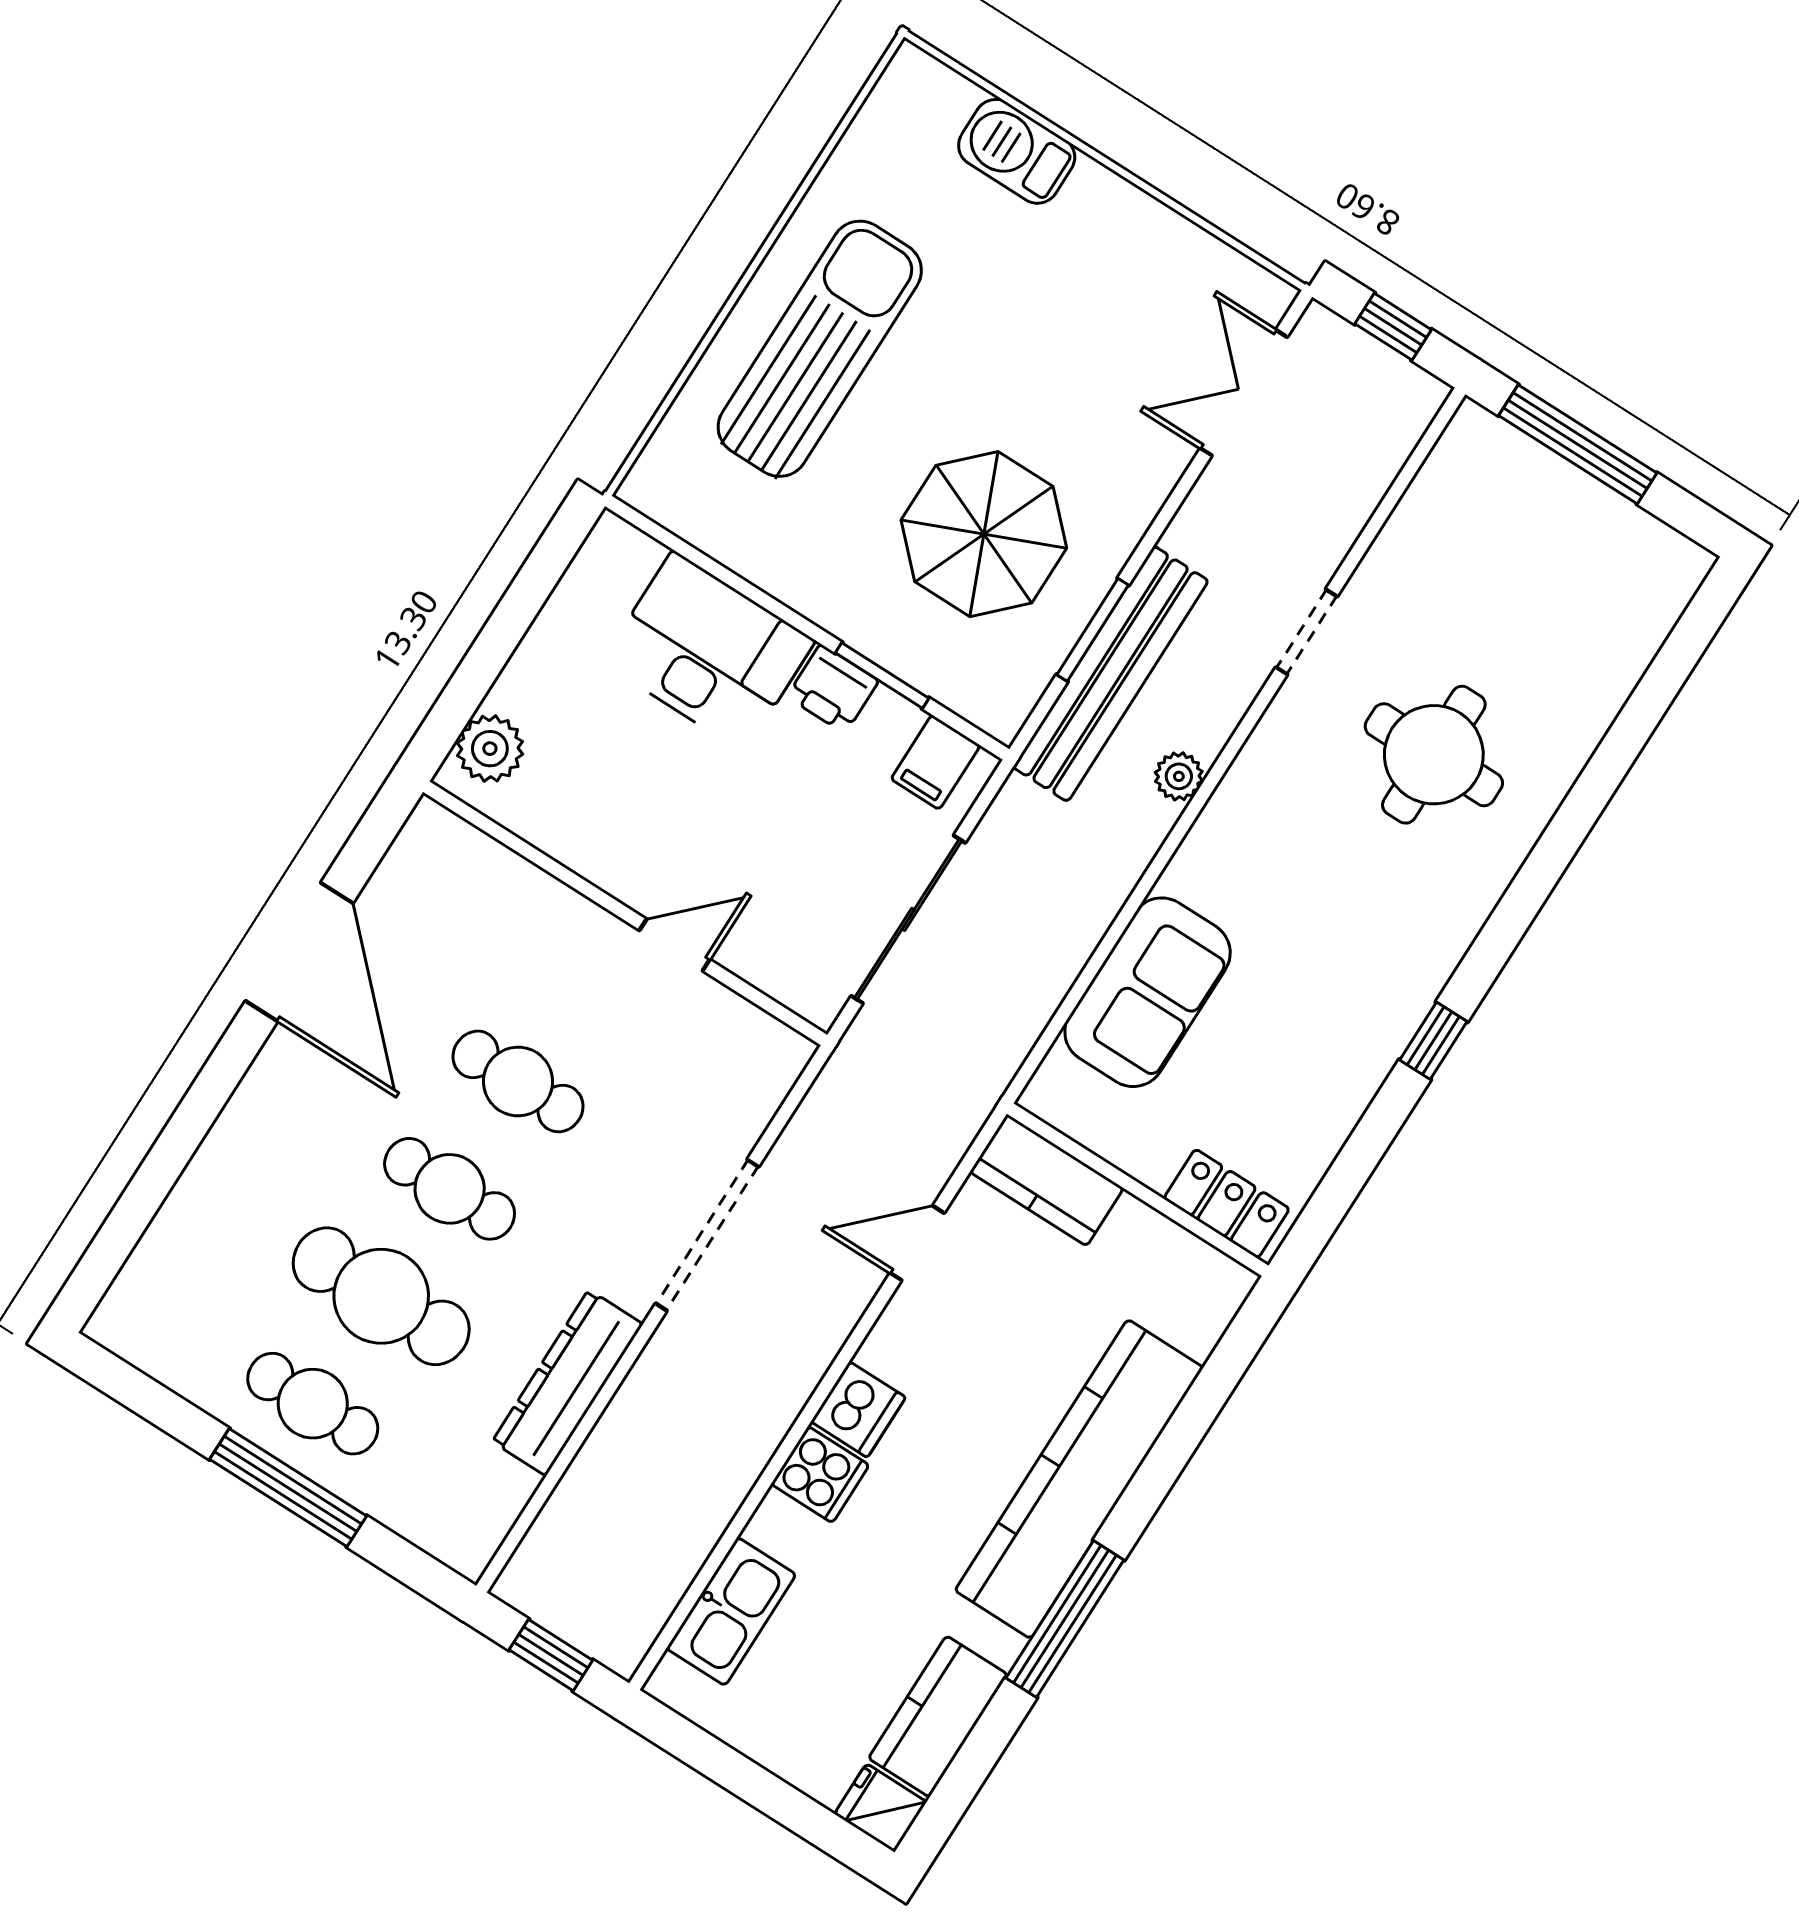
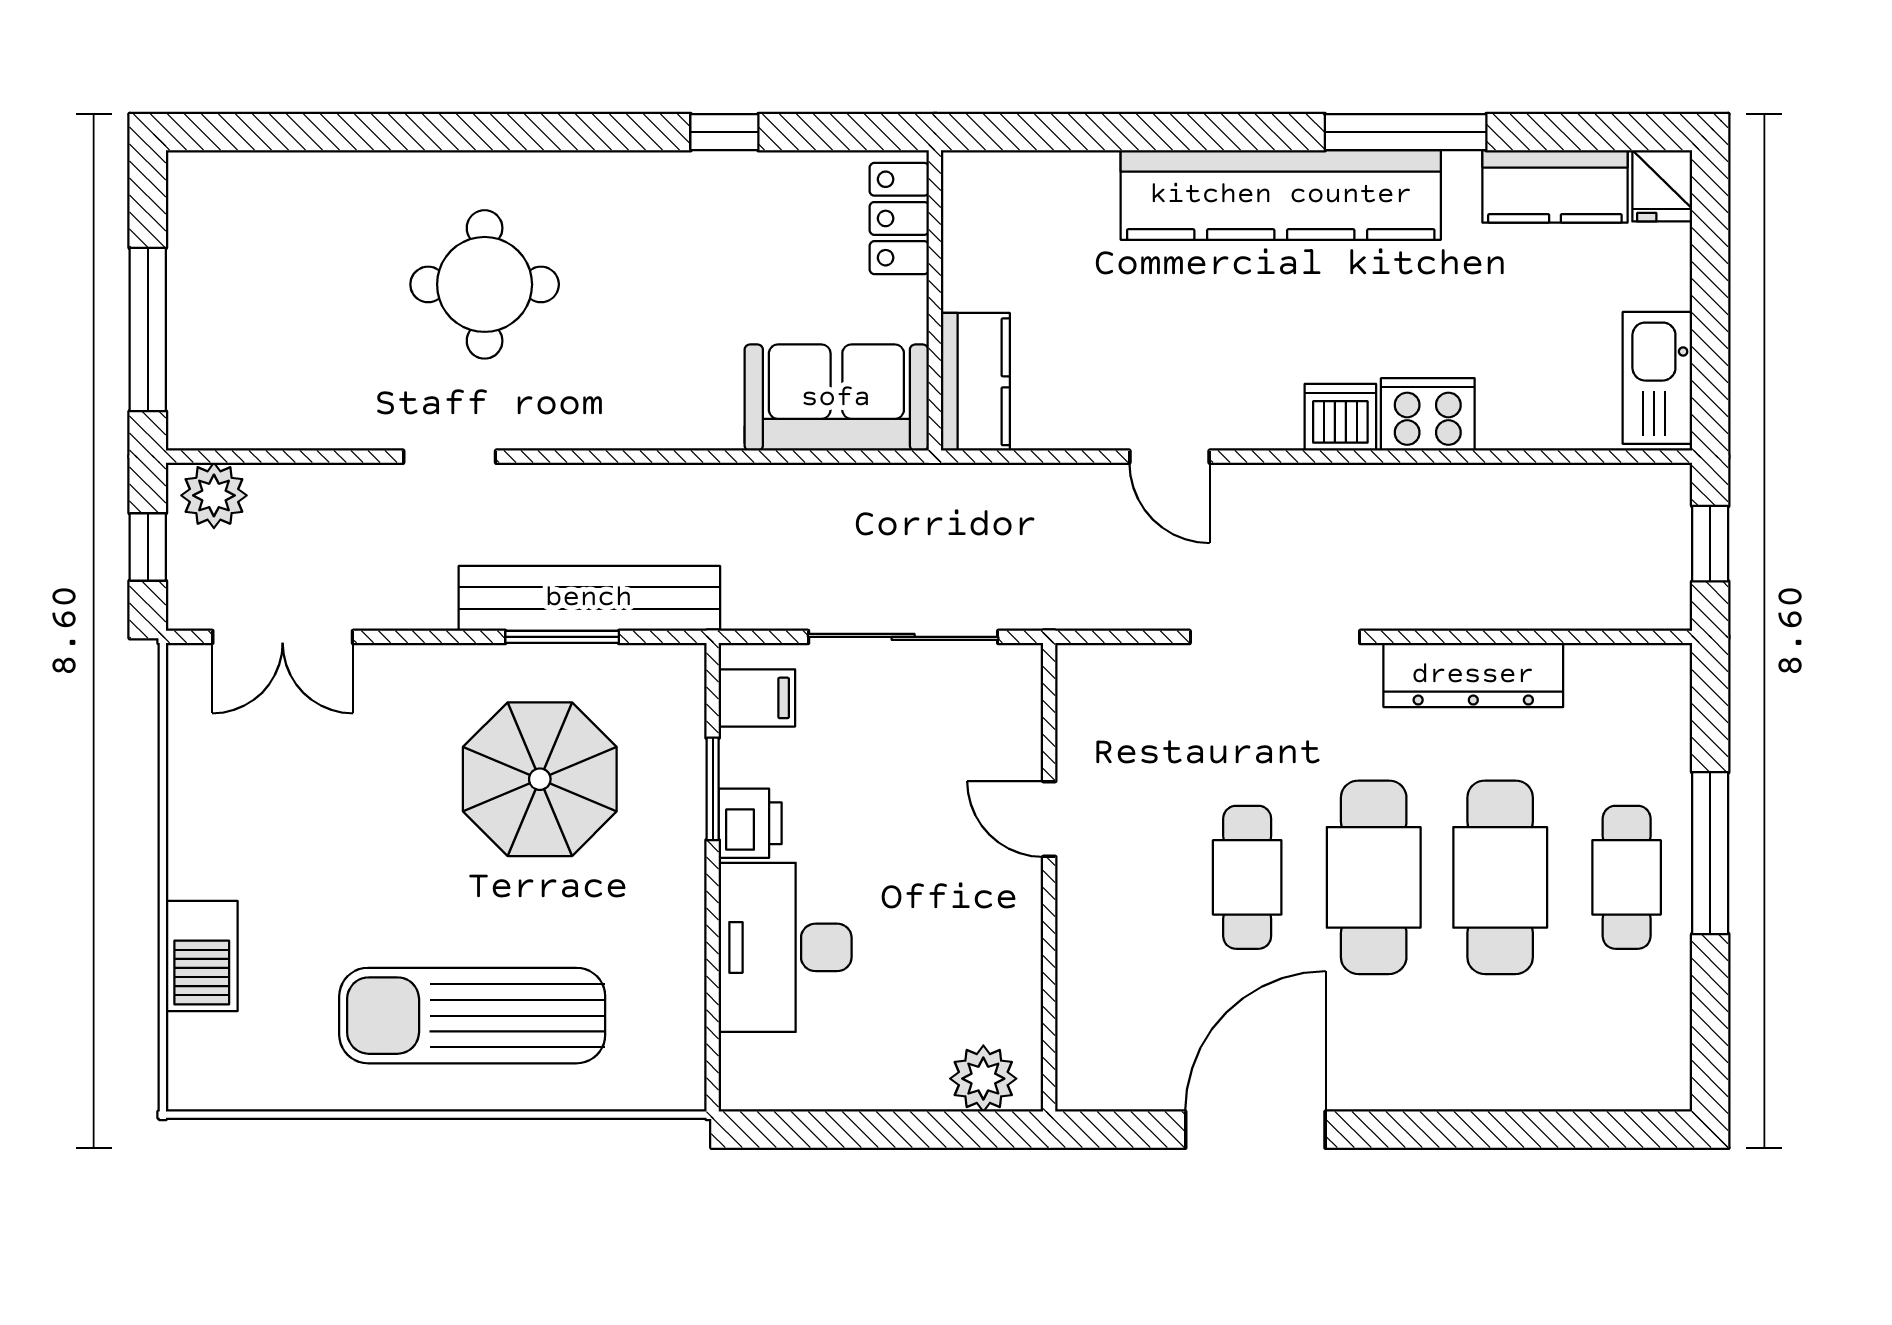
plant: (1179, 776) -> (214, 495), moved, width x1.38, depth x1.38
kitchen counter: (1047, 1180) -> (975, 382), moved
cafe table: (450, 1189) -> (1374, 877), width x1.37, depth x1.35
wall: (1138, 1190) -> (935, 300), moved
locker: (1227, 1204) -> (899, 218), moved
cooker: (820, 1475) -> (1428, 414), width x1.36
kitchen sink: (731, 1611) -> (1657, 378), moved, turned -90

